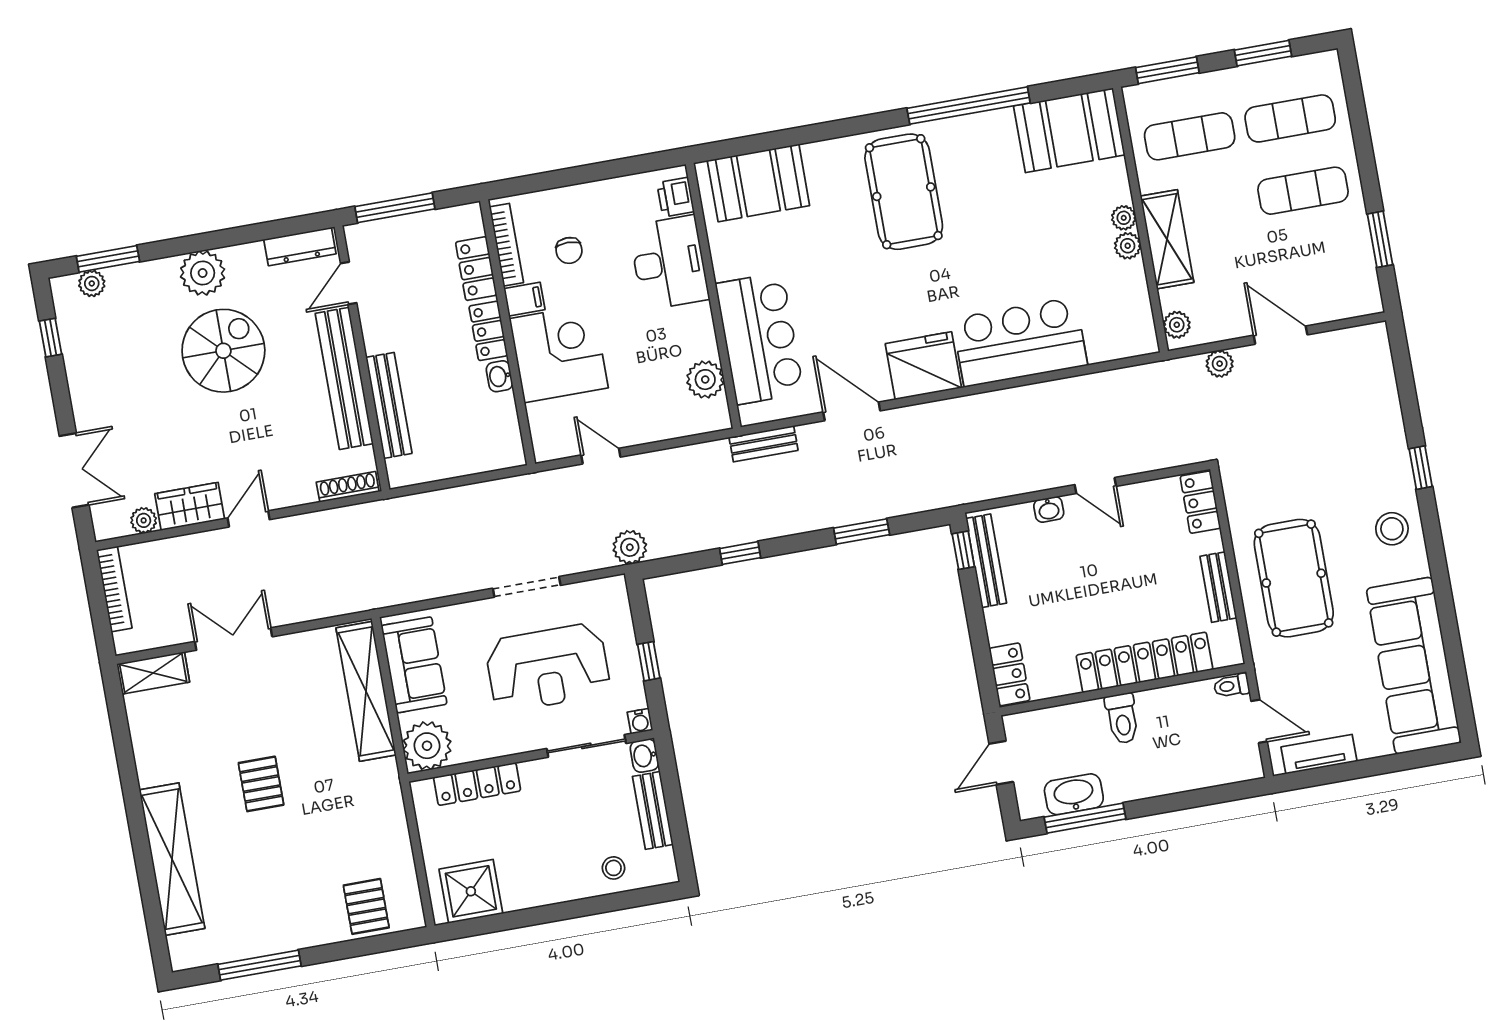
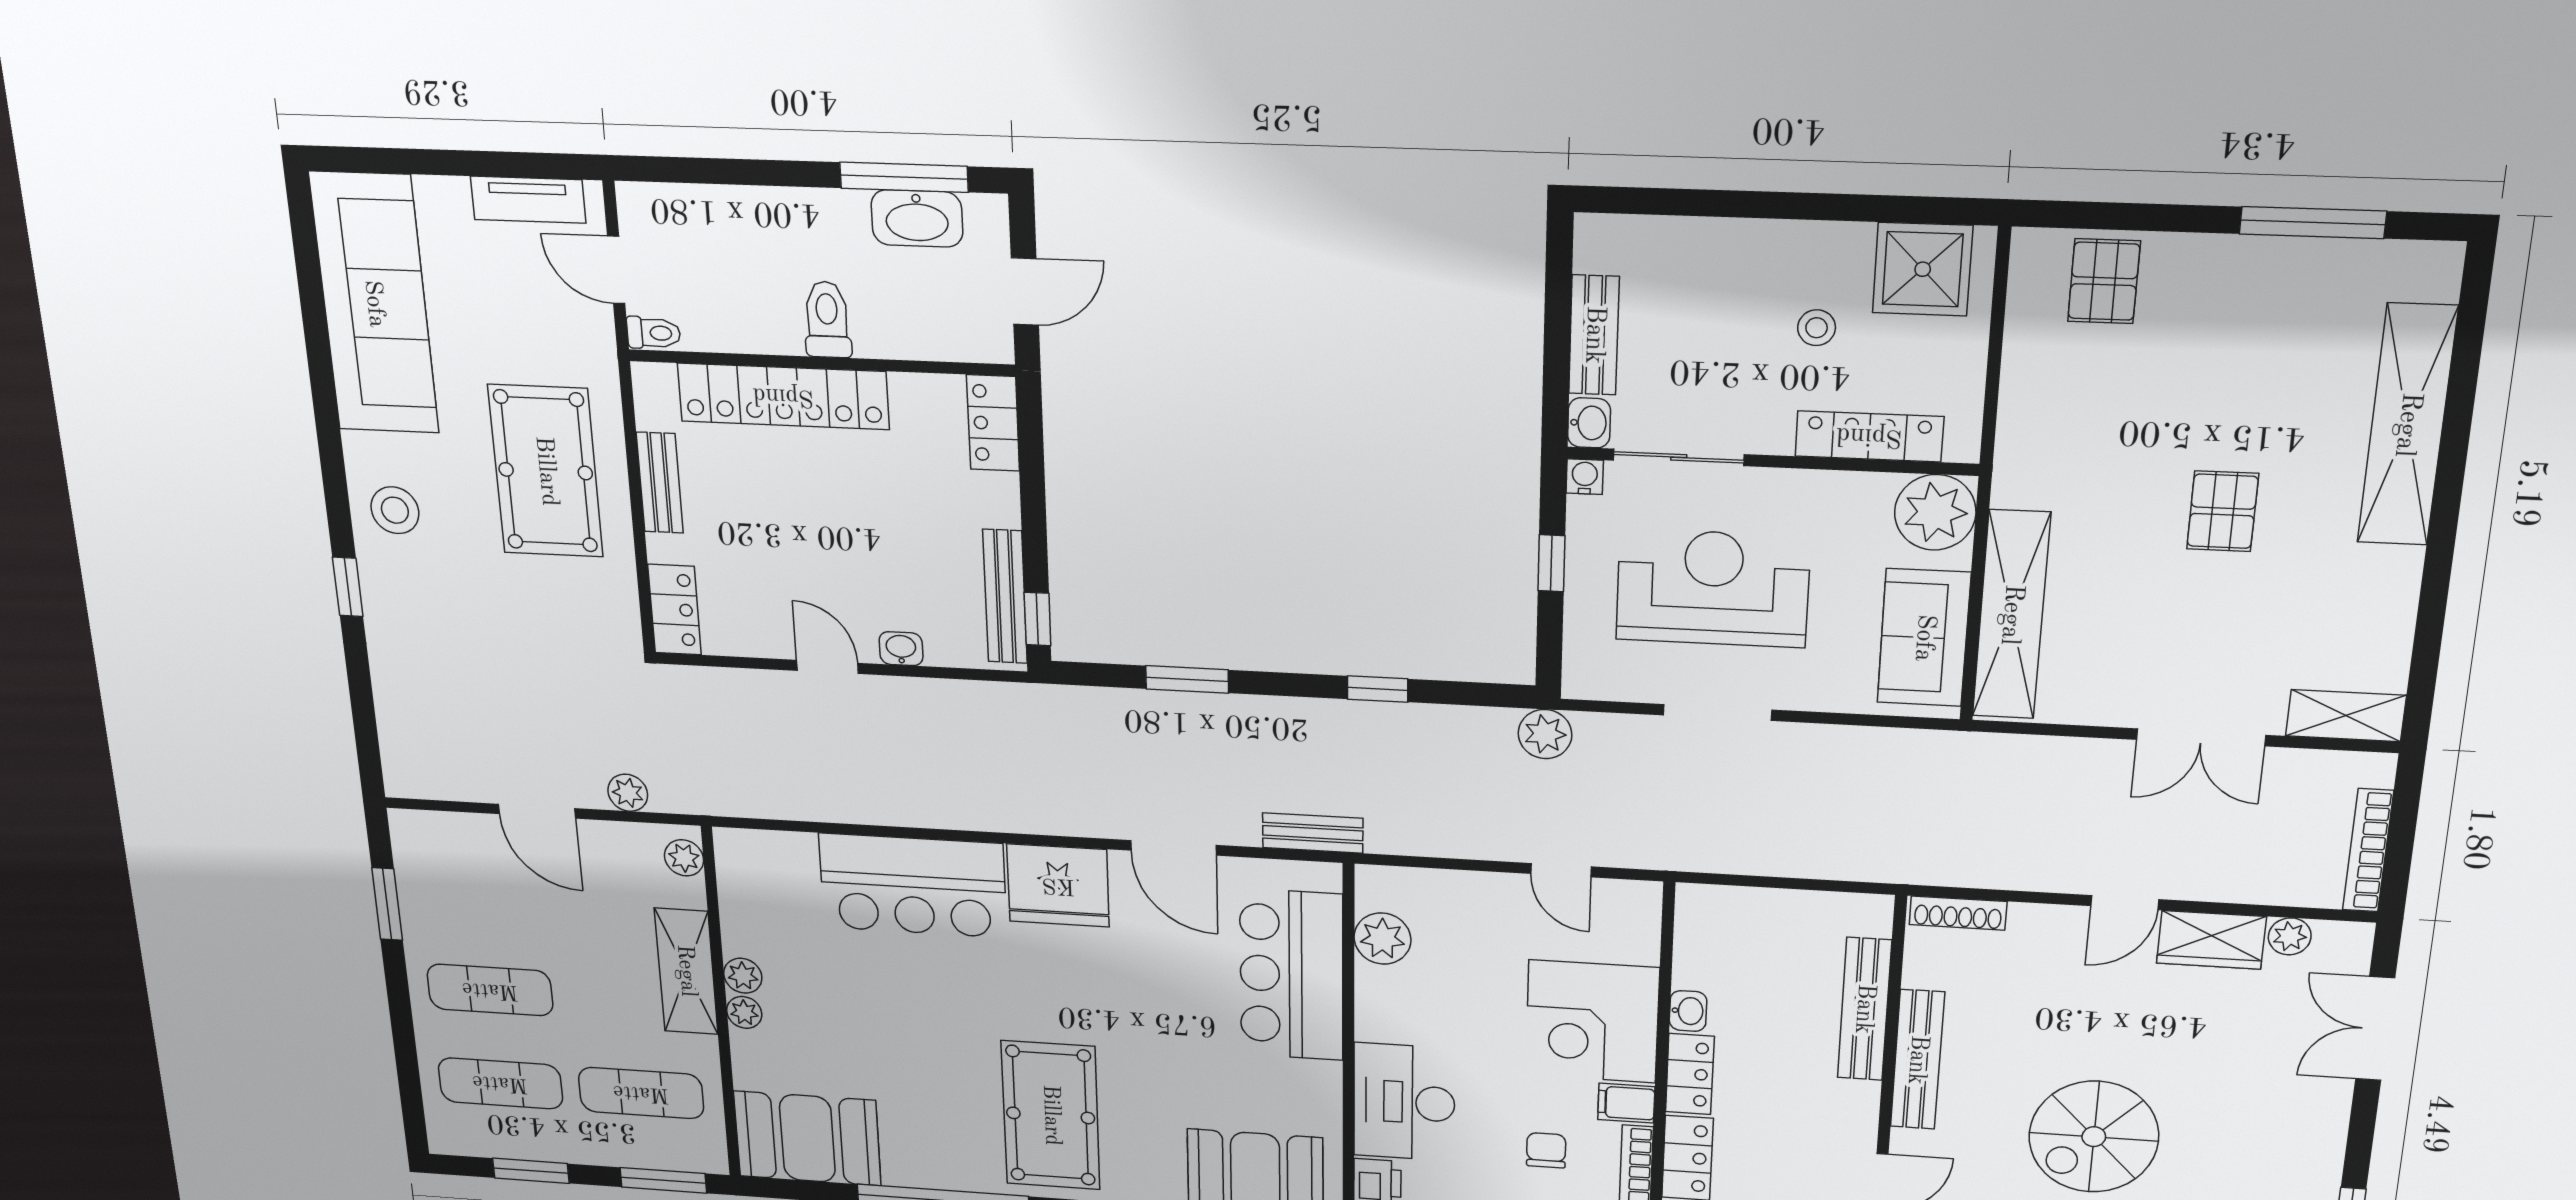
bench: (344, 378) -> (1917, 1060), width x0.73, depth x0.82
stool: (613, 868) -> (1817, 328), moved

